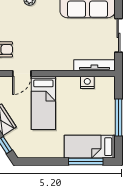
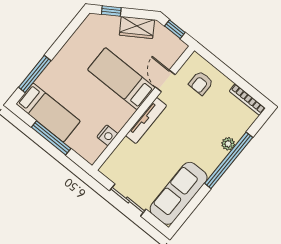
tv unit: (94, 65) -> (146, 120), moved
bed: (90, 147) -> (48, 113), moved, turned 90

